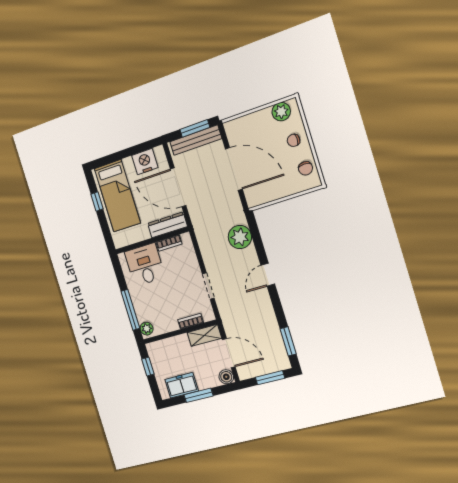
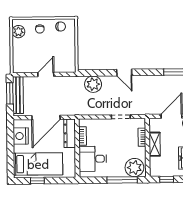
door: (234, 169) -> (46, 75), width x0.53
plant: (147, 329) -> (134, 168), width x1.88, depth x1.88
shelving: (204, 335) -> (155, 144), moved

